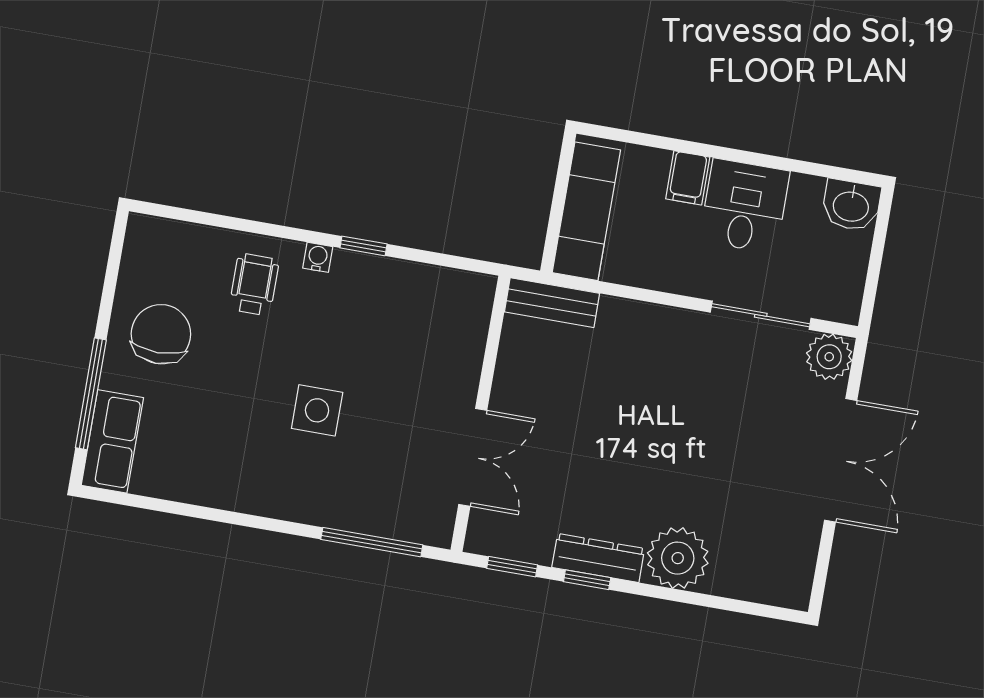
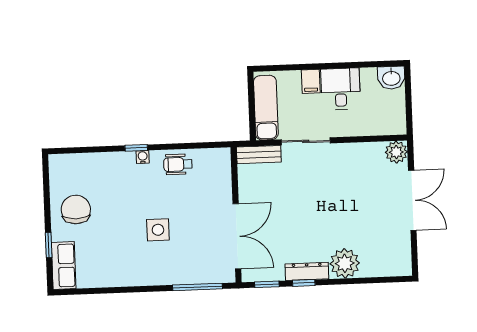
window: (363, 246) -> (136, 148), moved
wheelchair: (254, 284) -> (178, 164), moved, turned -90
sliding door: (761, 315) -> (306, 141), moved
window: (91, 394) -> (49, 245), width x0.46
double door: (473, 457) -> (237, 236), width x1.37

